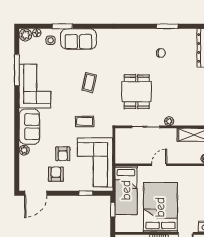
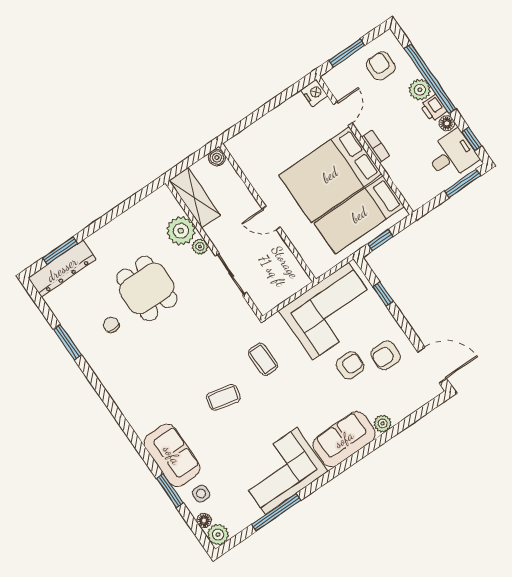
dining table: (137, 92) -> (147, 288), moved, turned 90
plant: (183, 117) -> (181, 231), added
coffee table: (85, 121) -> (263, 359), moved
bed: (126, 190) -> (359, 215), moved, turned 180

